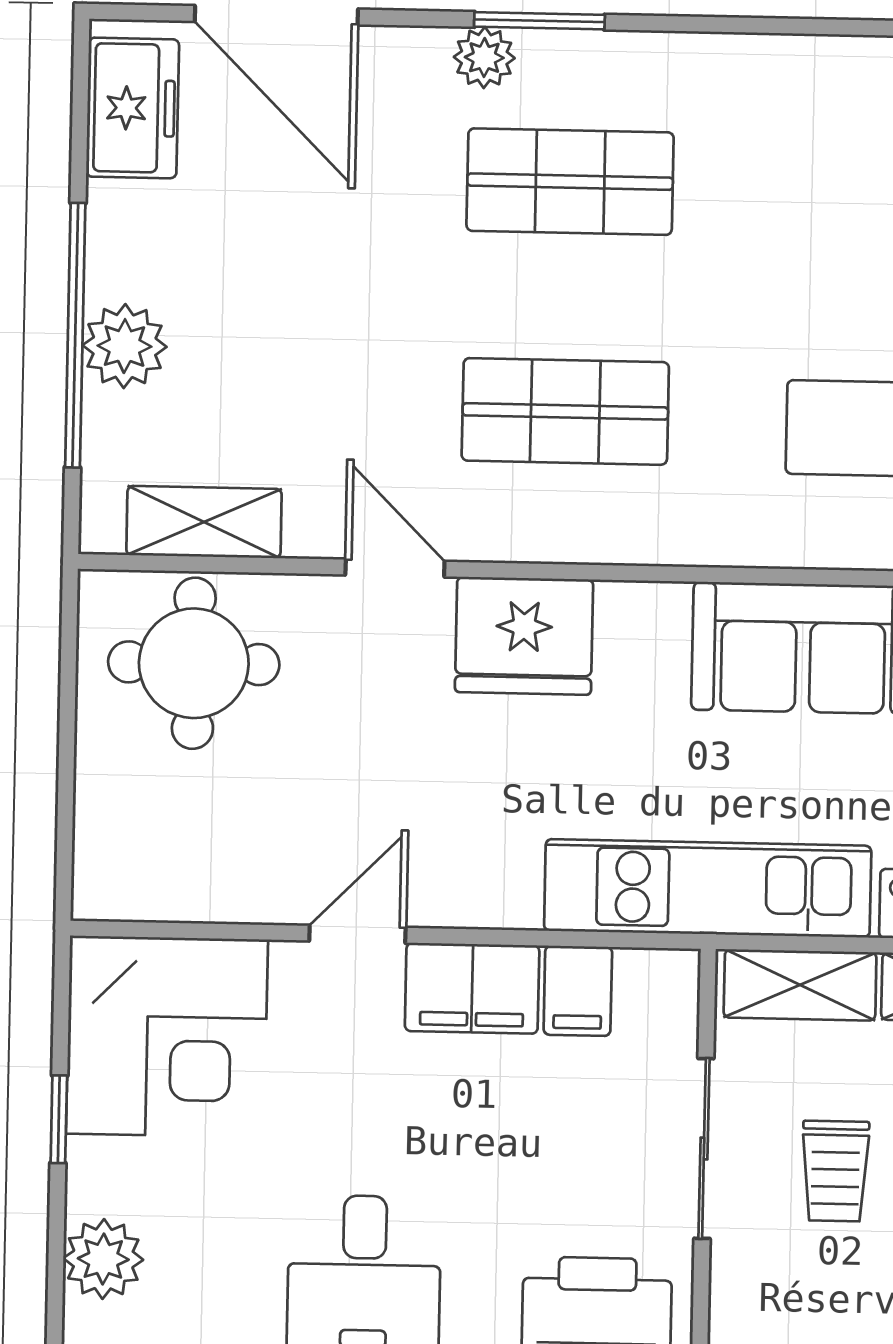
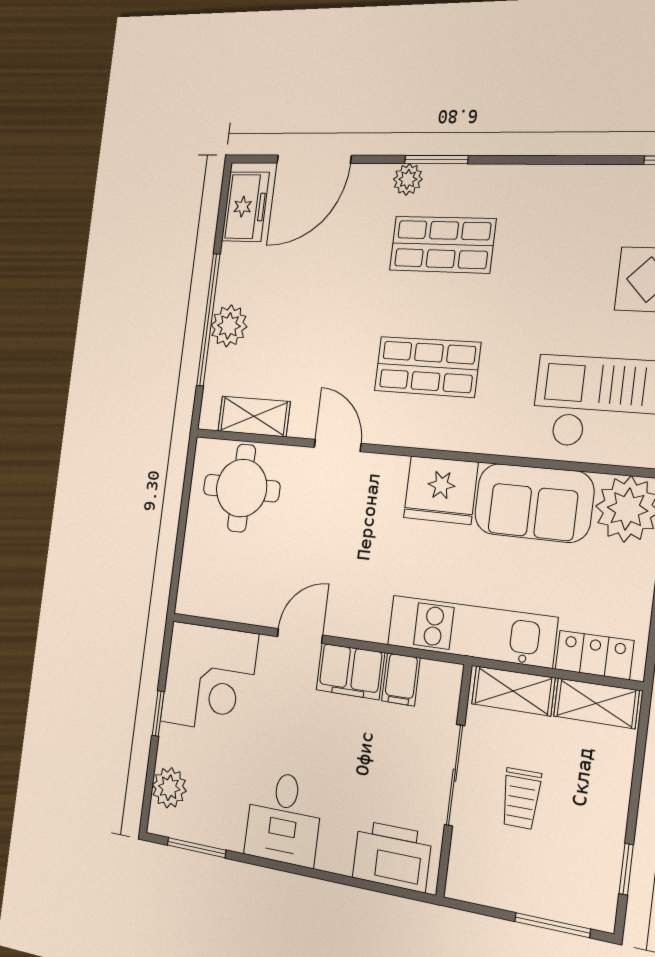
door: (276, 15) -> (314, 159), hinge flipped
fridge: (524, 636) -> (441, 490), moved

